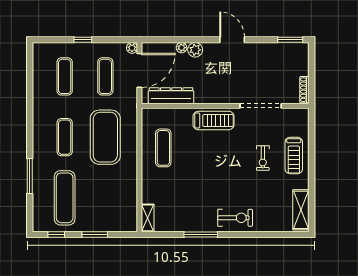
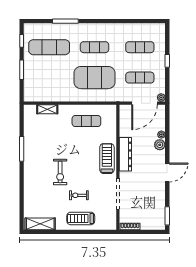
door: (139, 70) -> (144, 103), hinge flipped
dresser: (171, 96) -> (125, 154), moved
treadmill: (214, 121) -> (107, 158), turned 180
shelving: (148, 218) -> (47, 109), moved
exercise bike: (235, 218) -> (60, 172), moved

